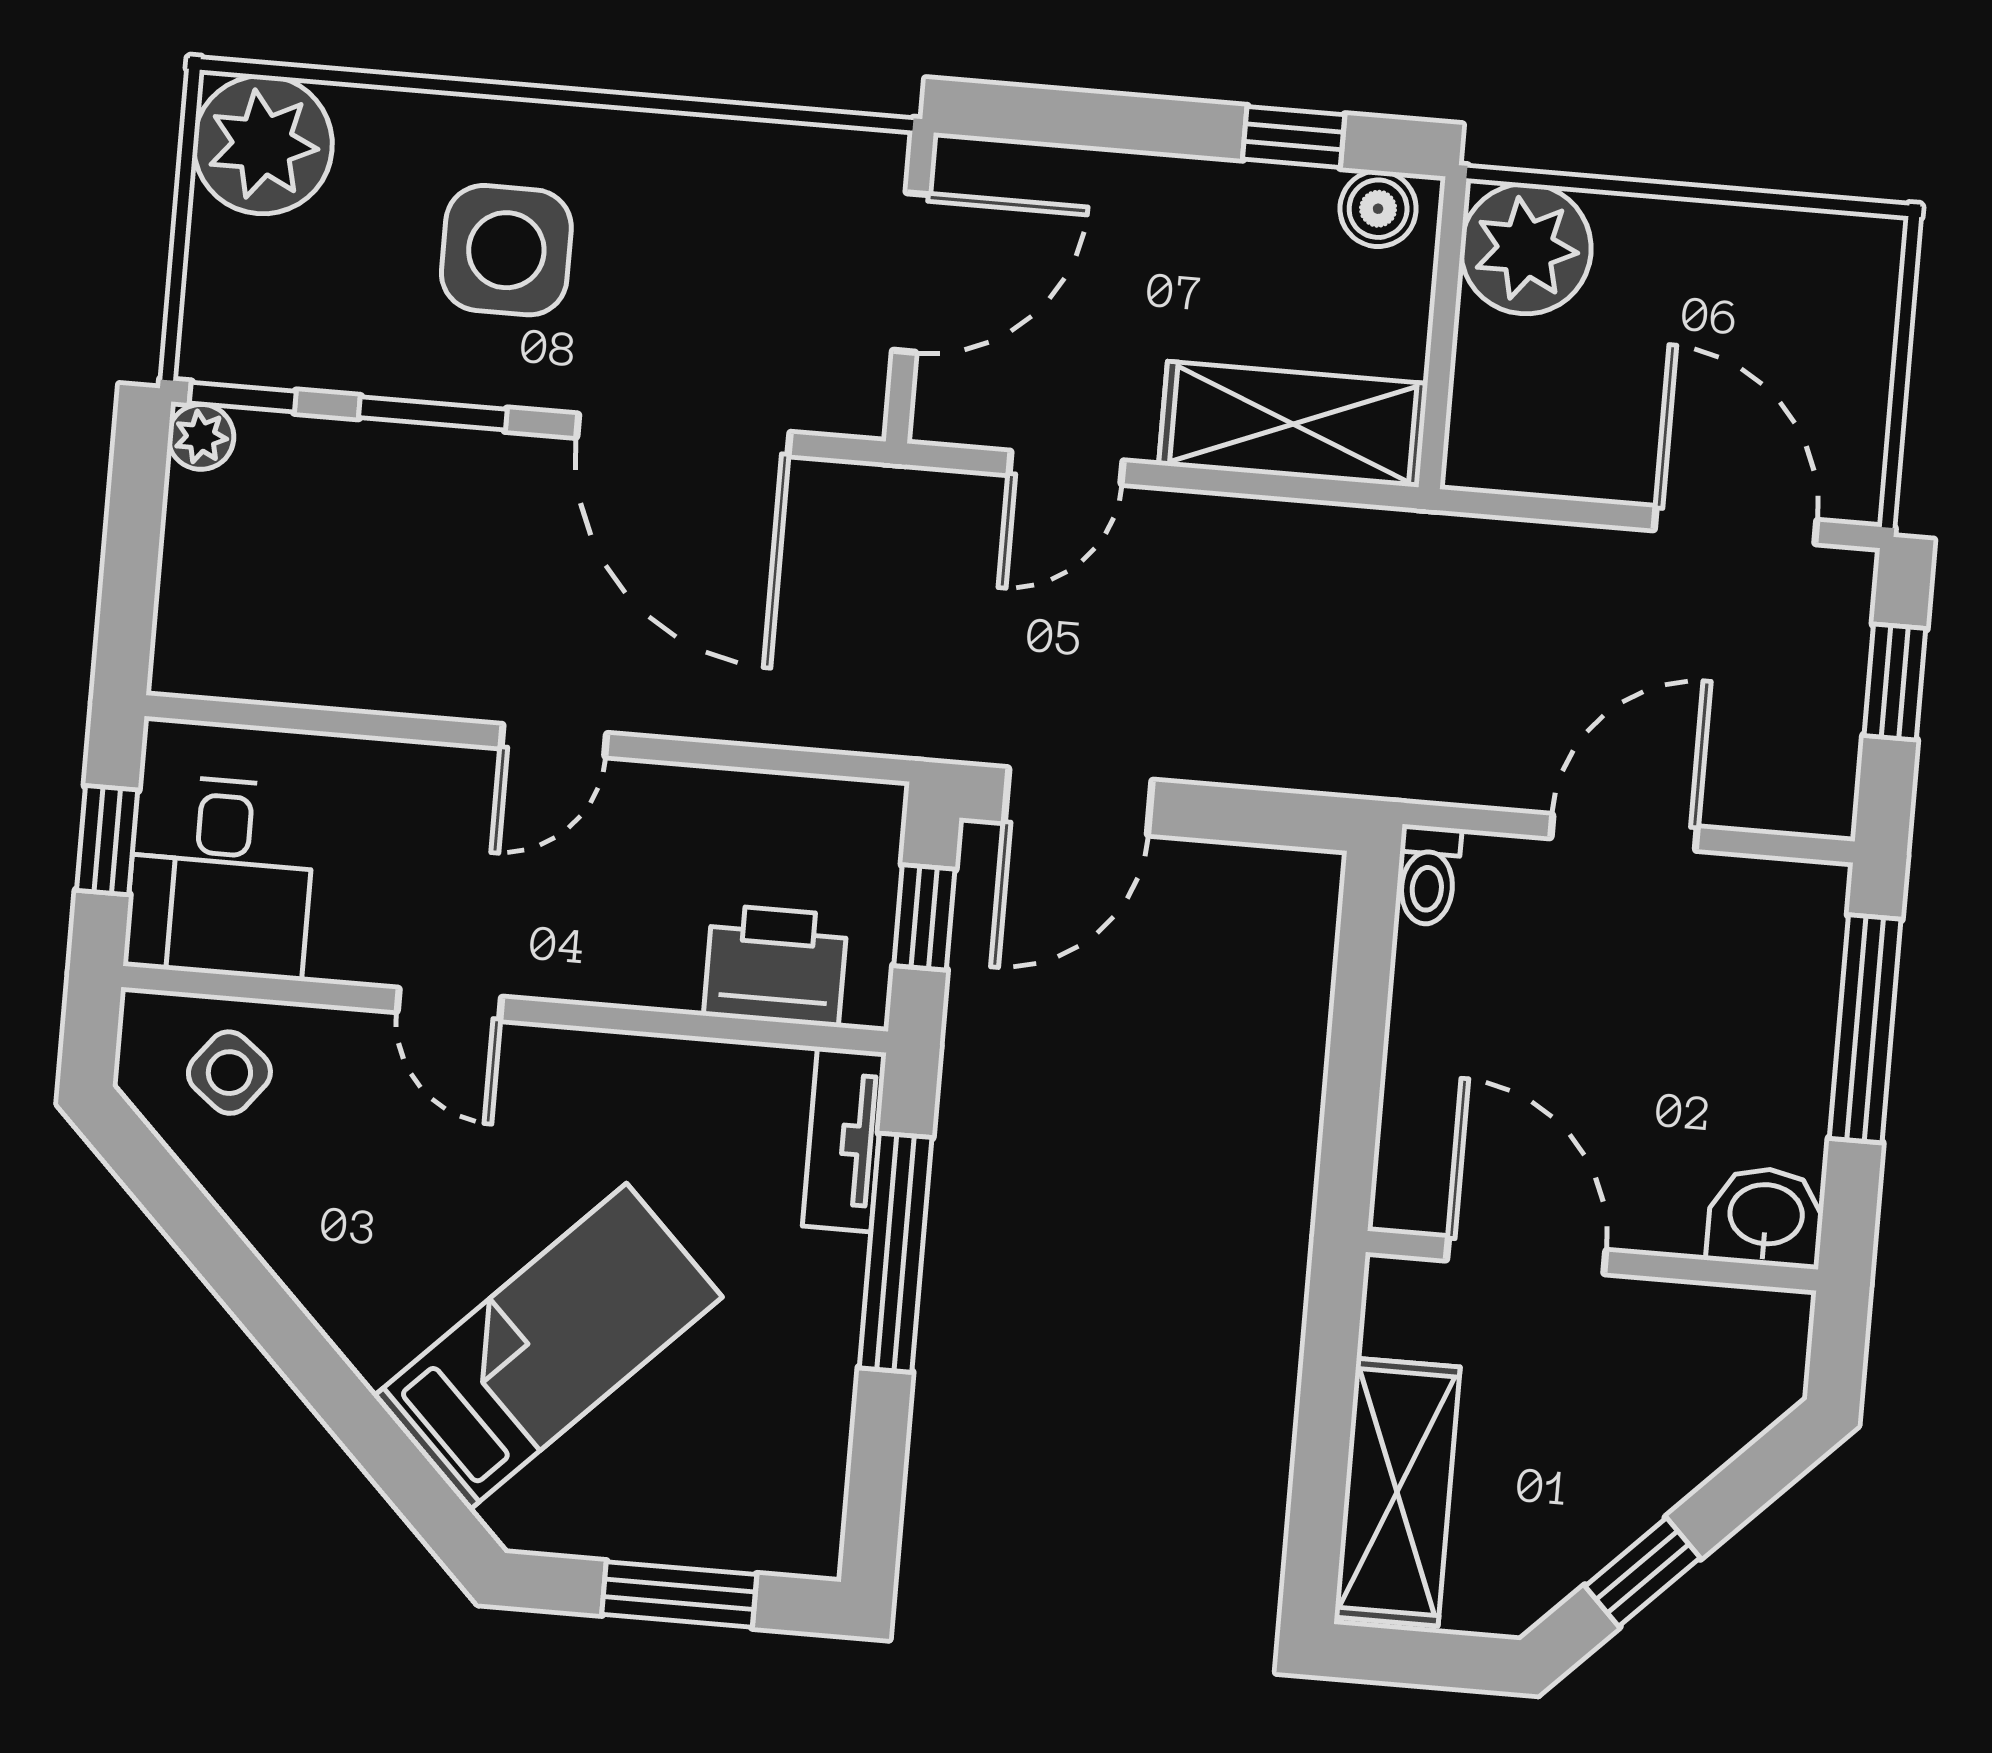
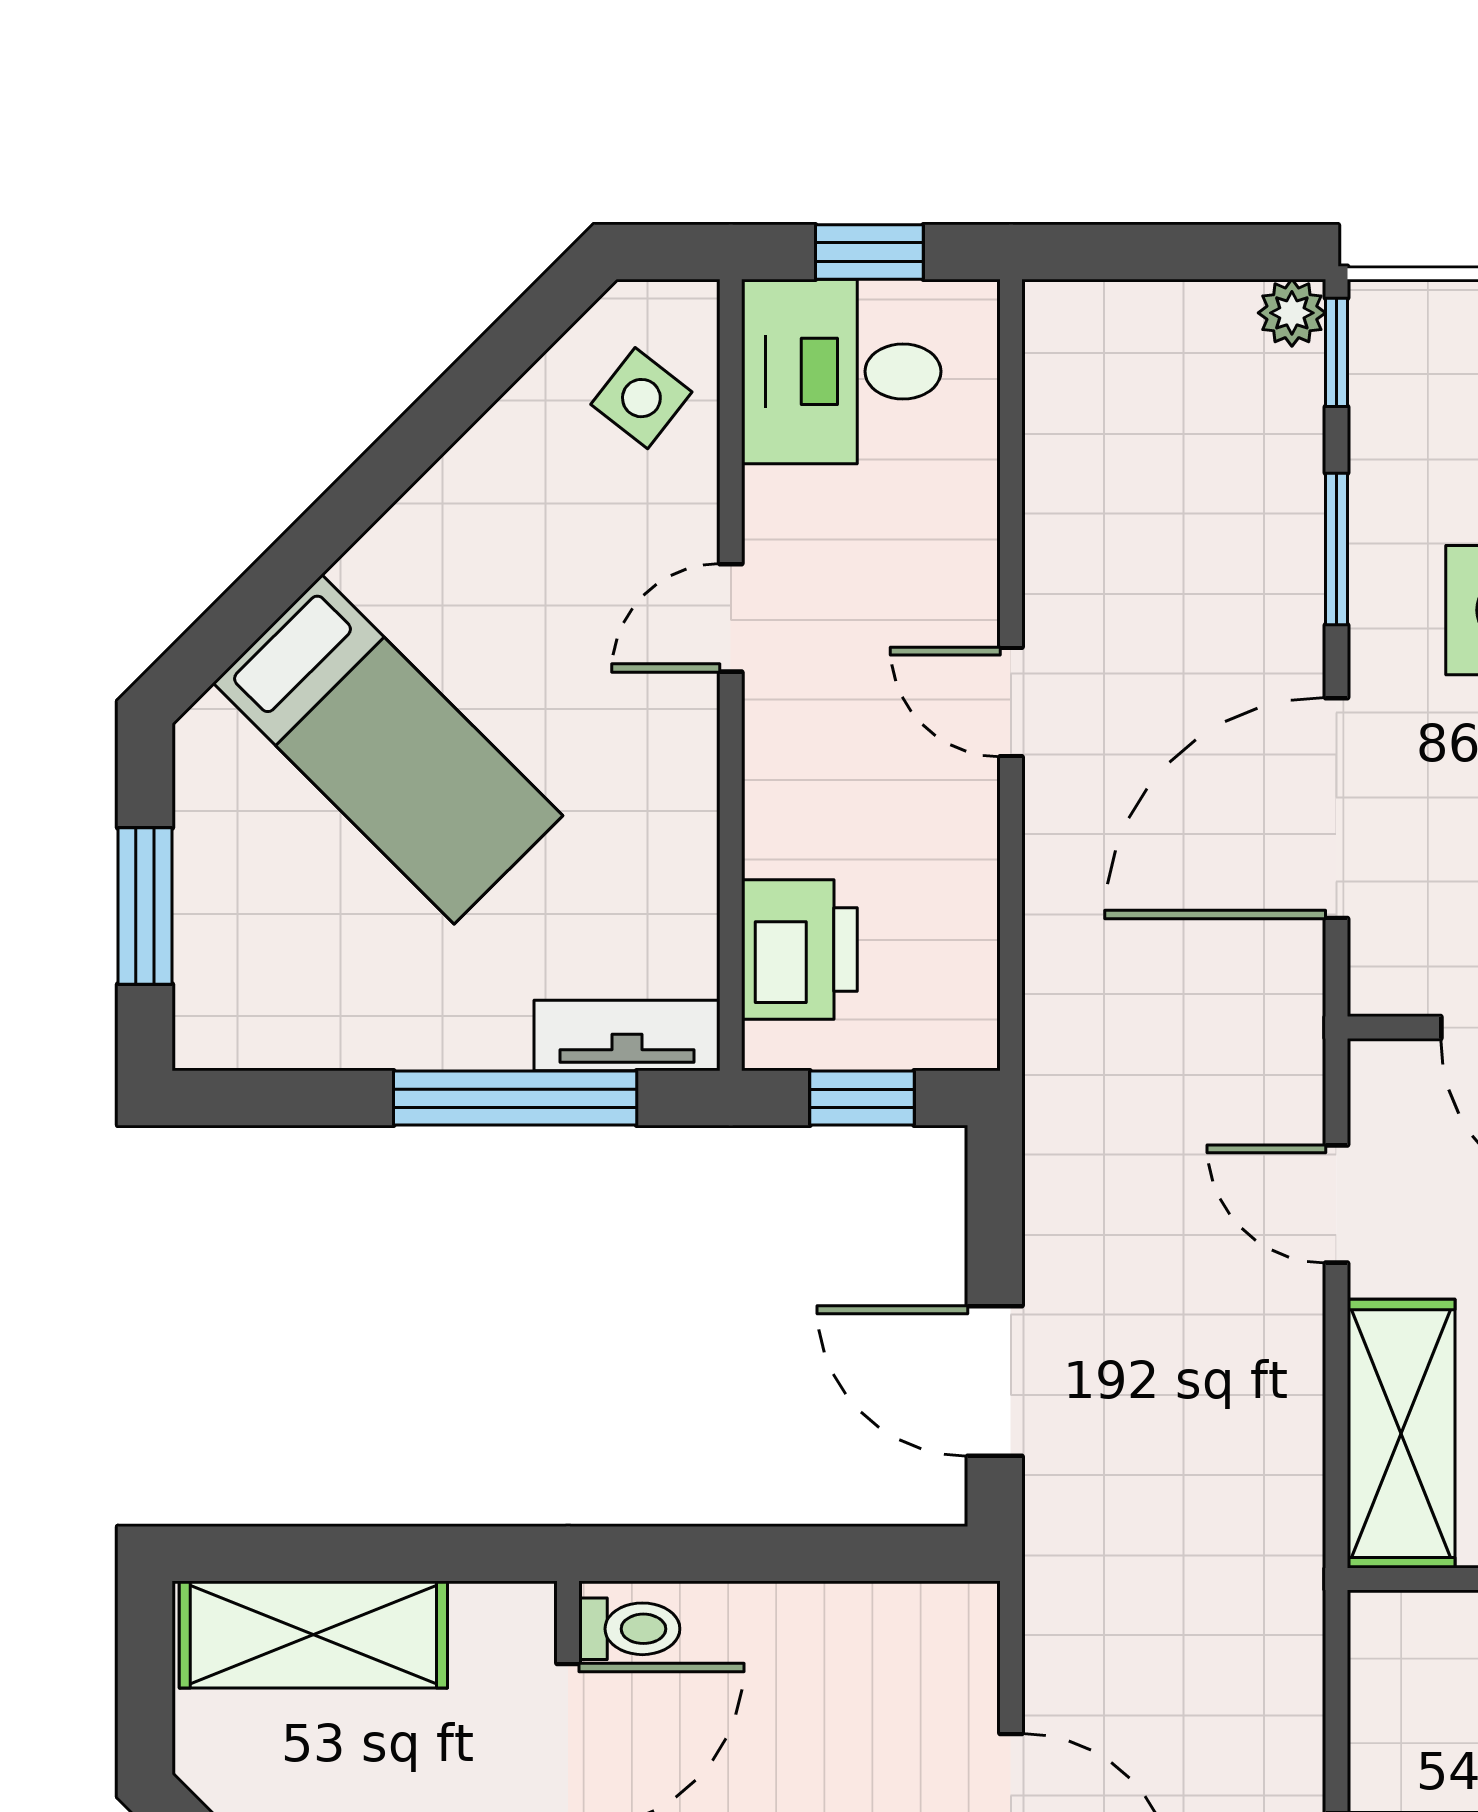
door: (1078, 801) -> (995, 1381), moved
toilet: (1428, 875) -> (629, 1629), moved, turned 180

